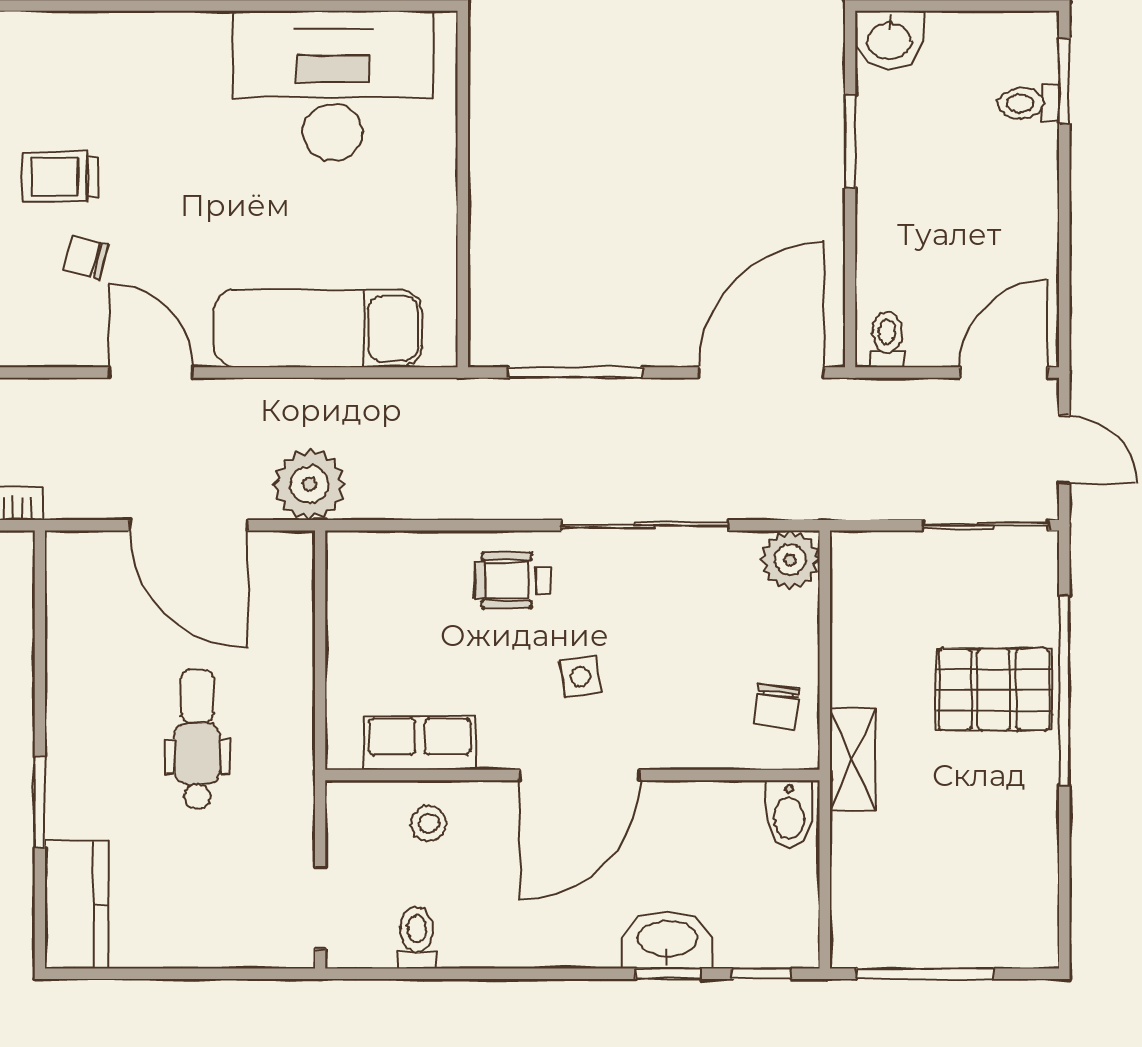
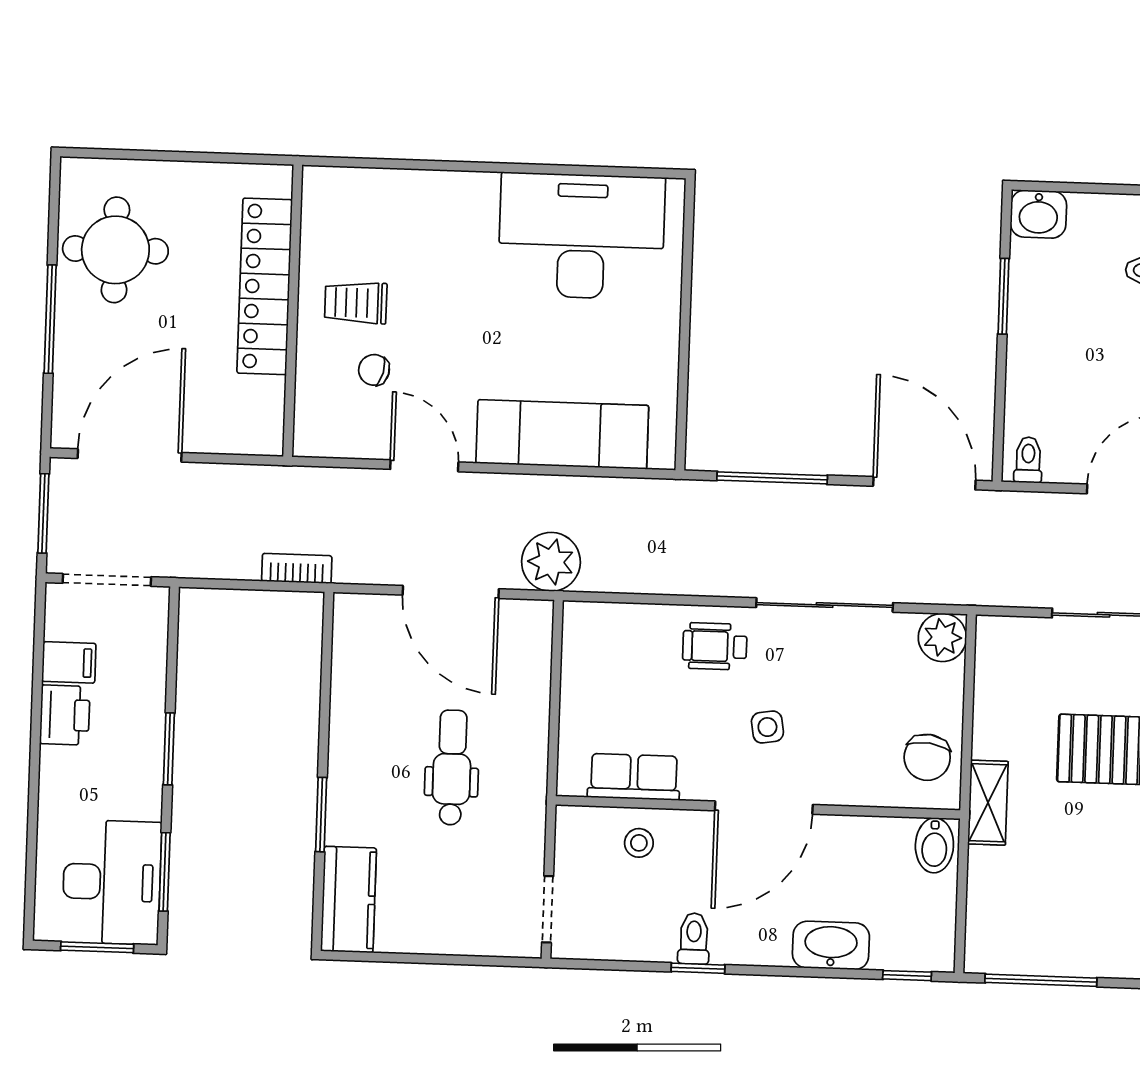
door: (762, 372) -> (924, 483), hinge flipped
chair: (777, 707) -> (927, 757), width x1.37, depth x1.37
toilet: (417, 938) -> (694, 938), moved
window: (668, 974) -> (698, 968), moved

